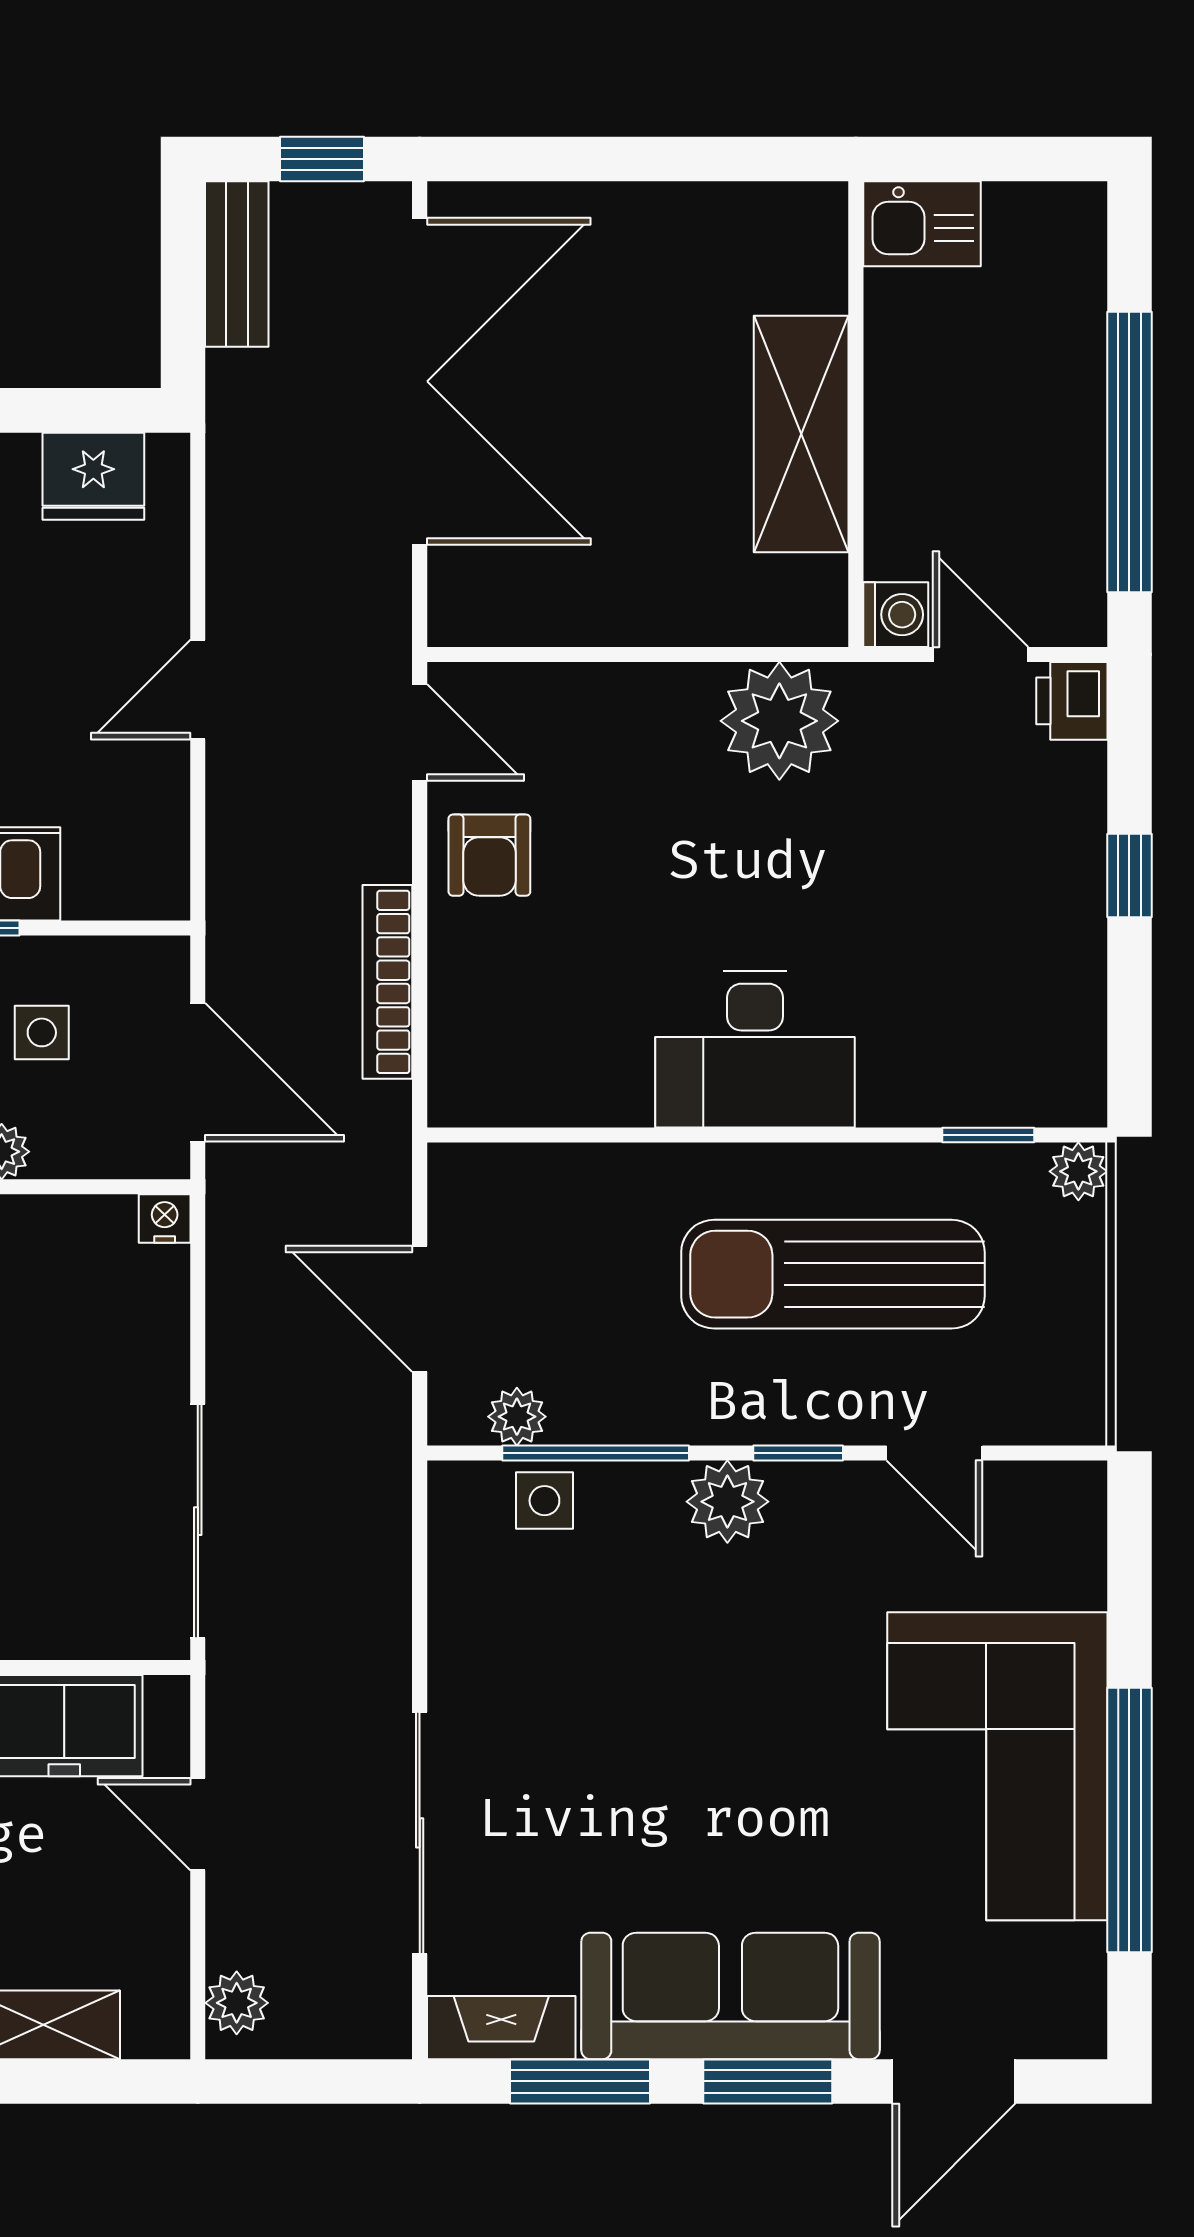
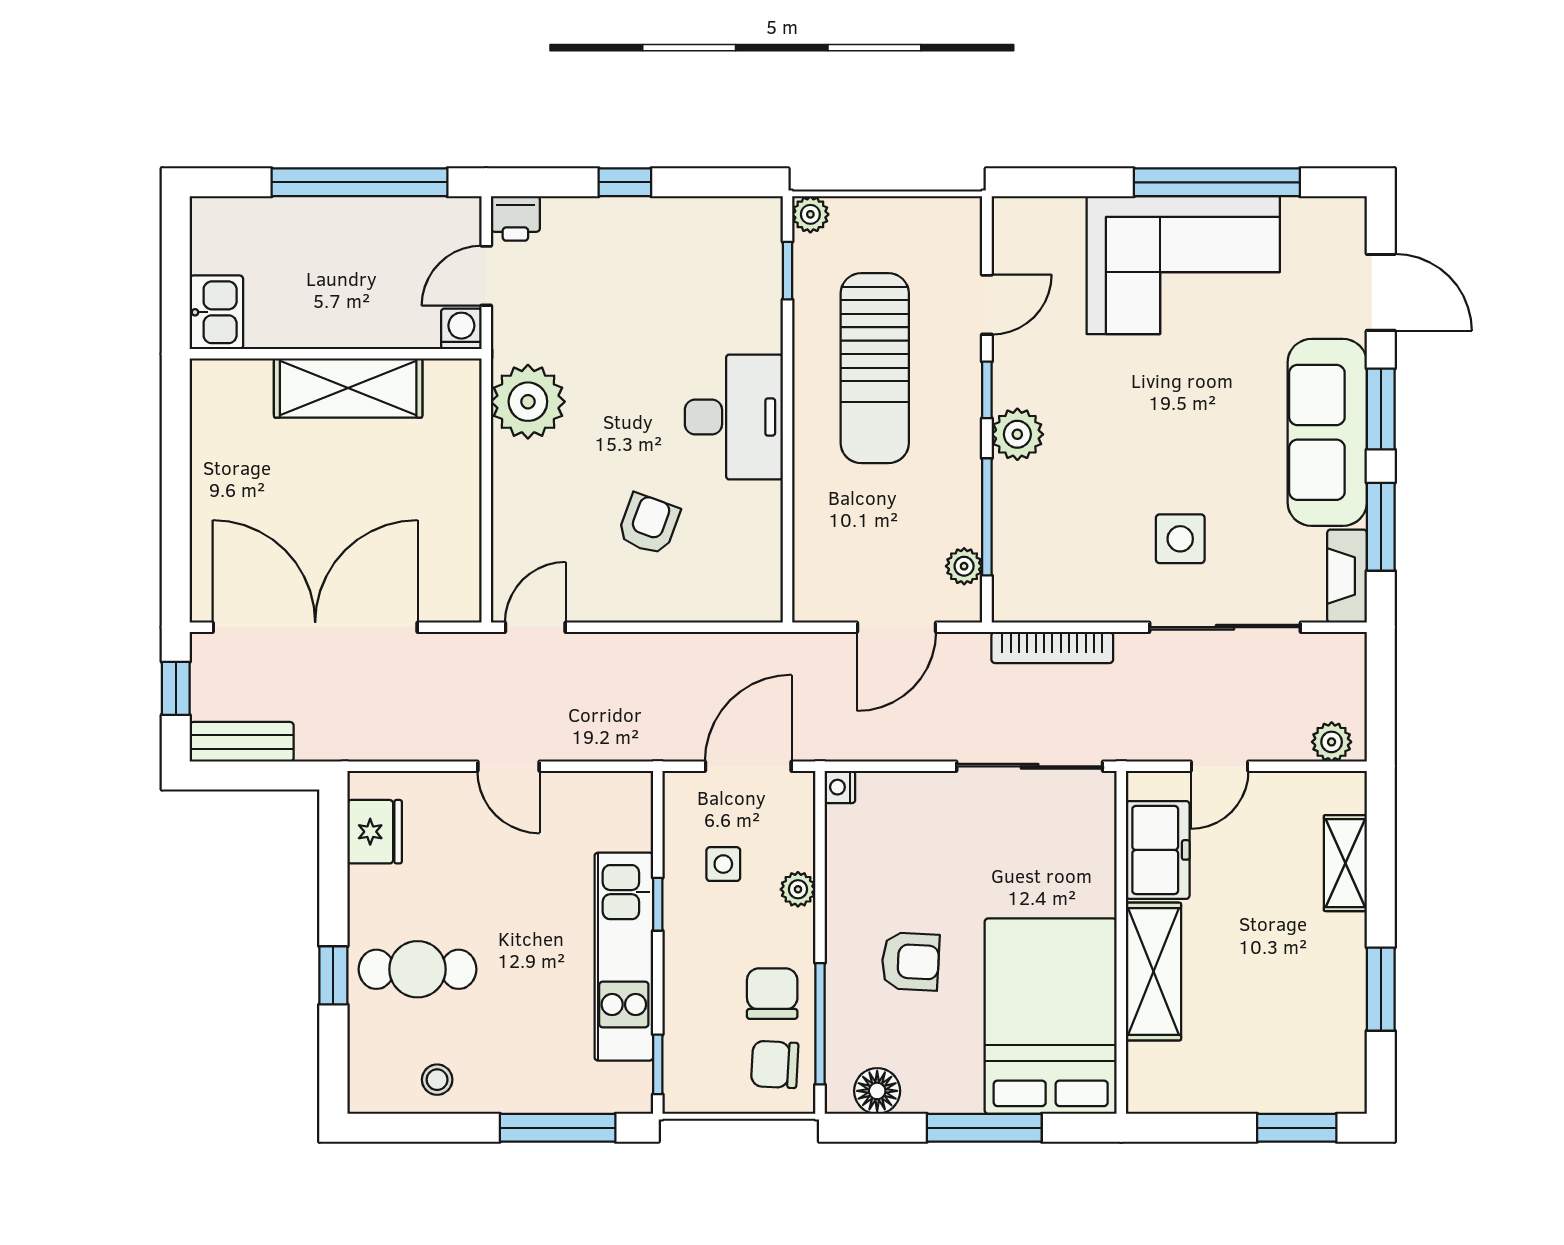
armchair: (489, 855) -> (649, 524), moved, turned -70
bookcase: (387, 982) -> (1052, 647), moved
side table: (544, 1501) -> (1180, 539), moved, width x1.37, depth x1.37

